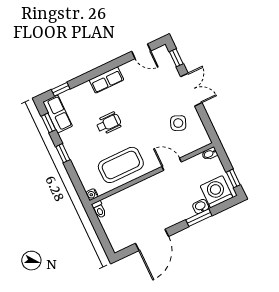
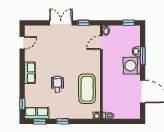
window: (176, 58) -> (84, 23), moved
side table: (178, 123) -> (78, 41), removed
door: (172, 164) -> (101, 43), moved
washing machine: (216, 192) -> (132, 66), moved

